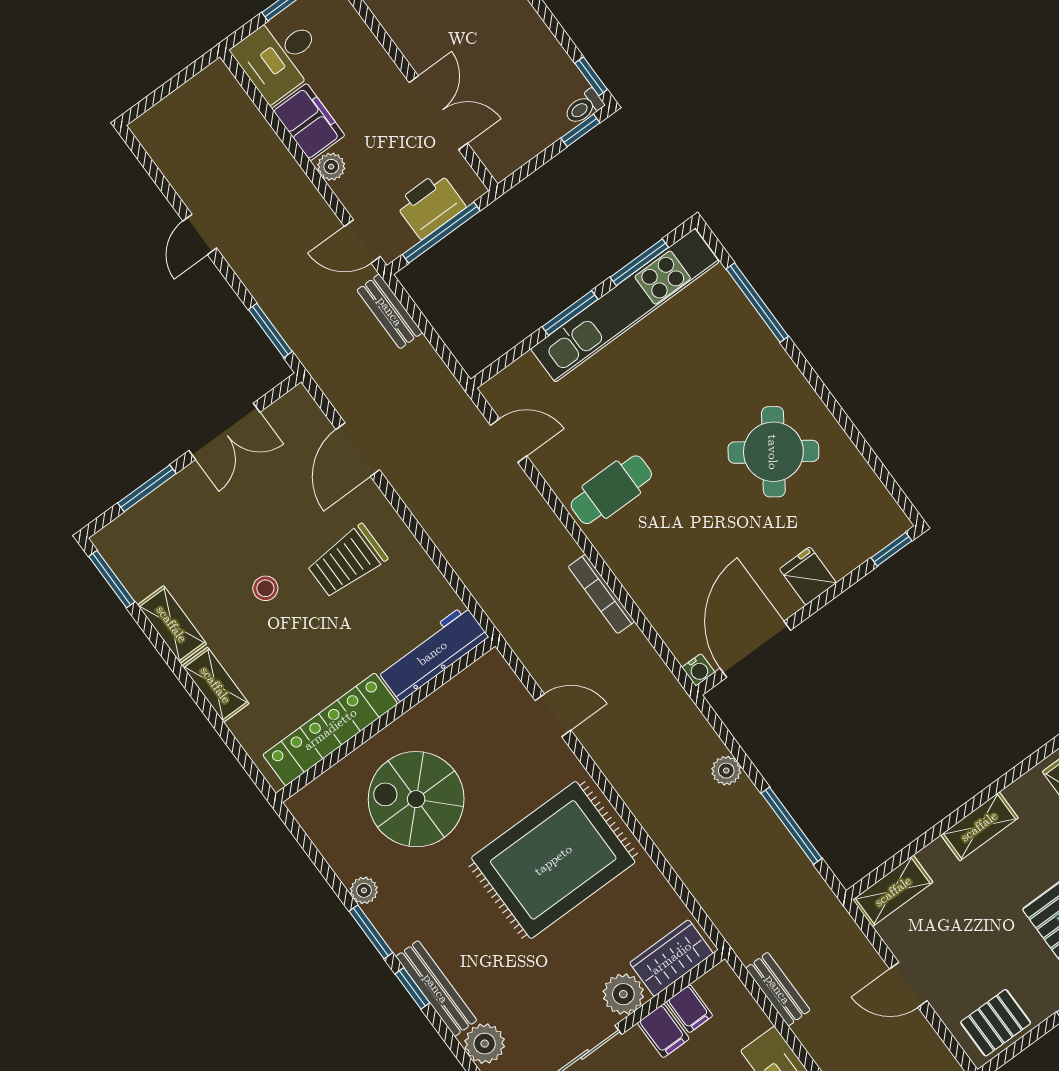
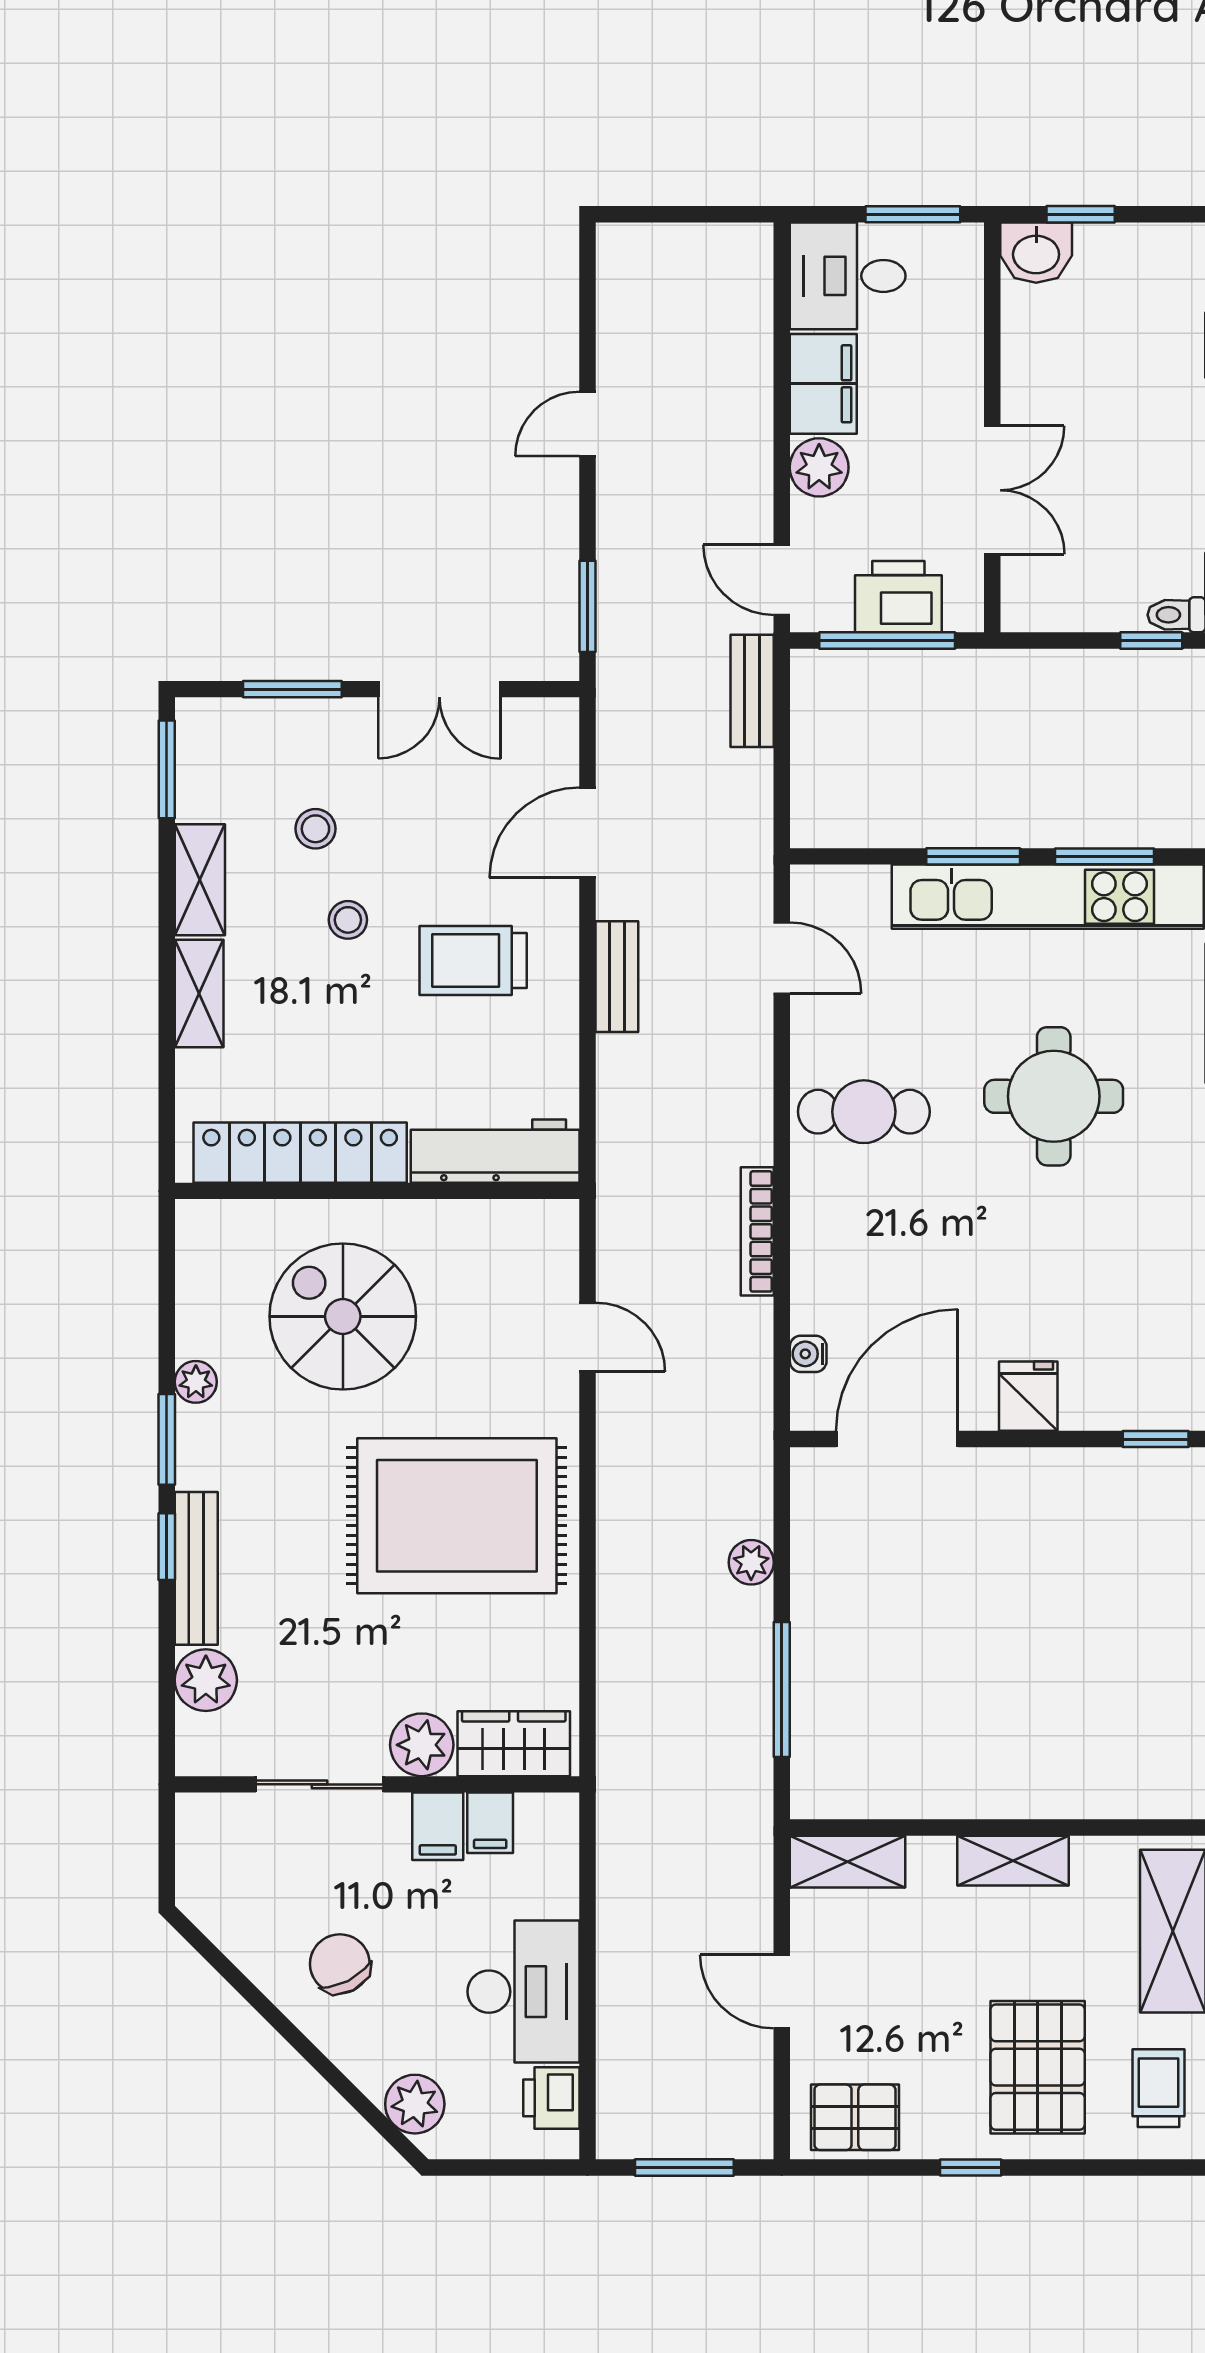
plant: (331, 167) -> (819, 467), width x1.38, depth x1.38
round table: (773, 452) -> (1054, 1096), moved, turned -35
stool: (213, 553) -> (315, 829), added
water cooler: (698, 670) -> (808, 1354), moved, turned 90
bench: (778, 989) -> (617, 977), moved

